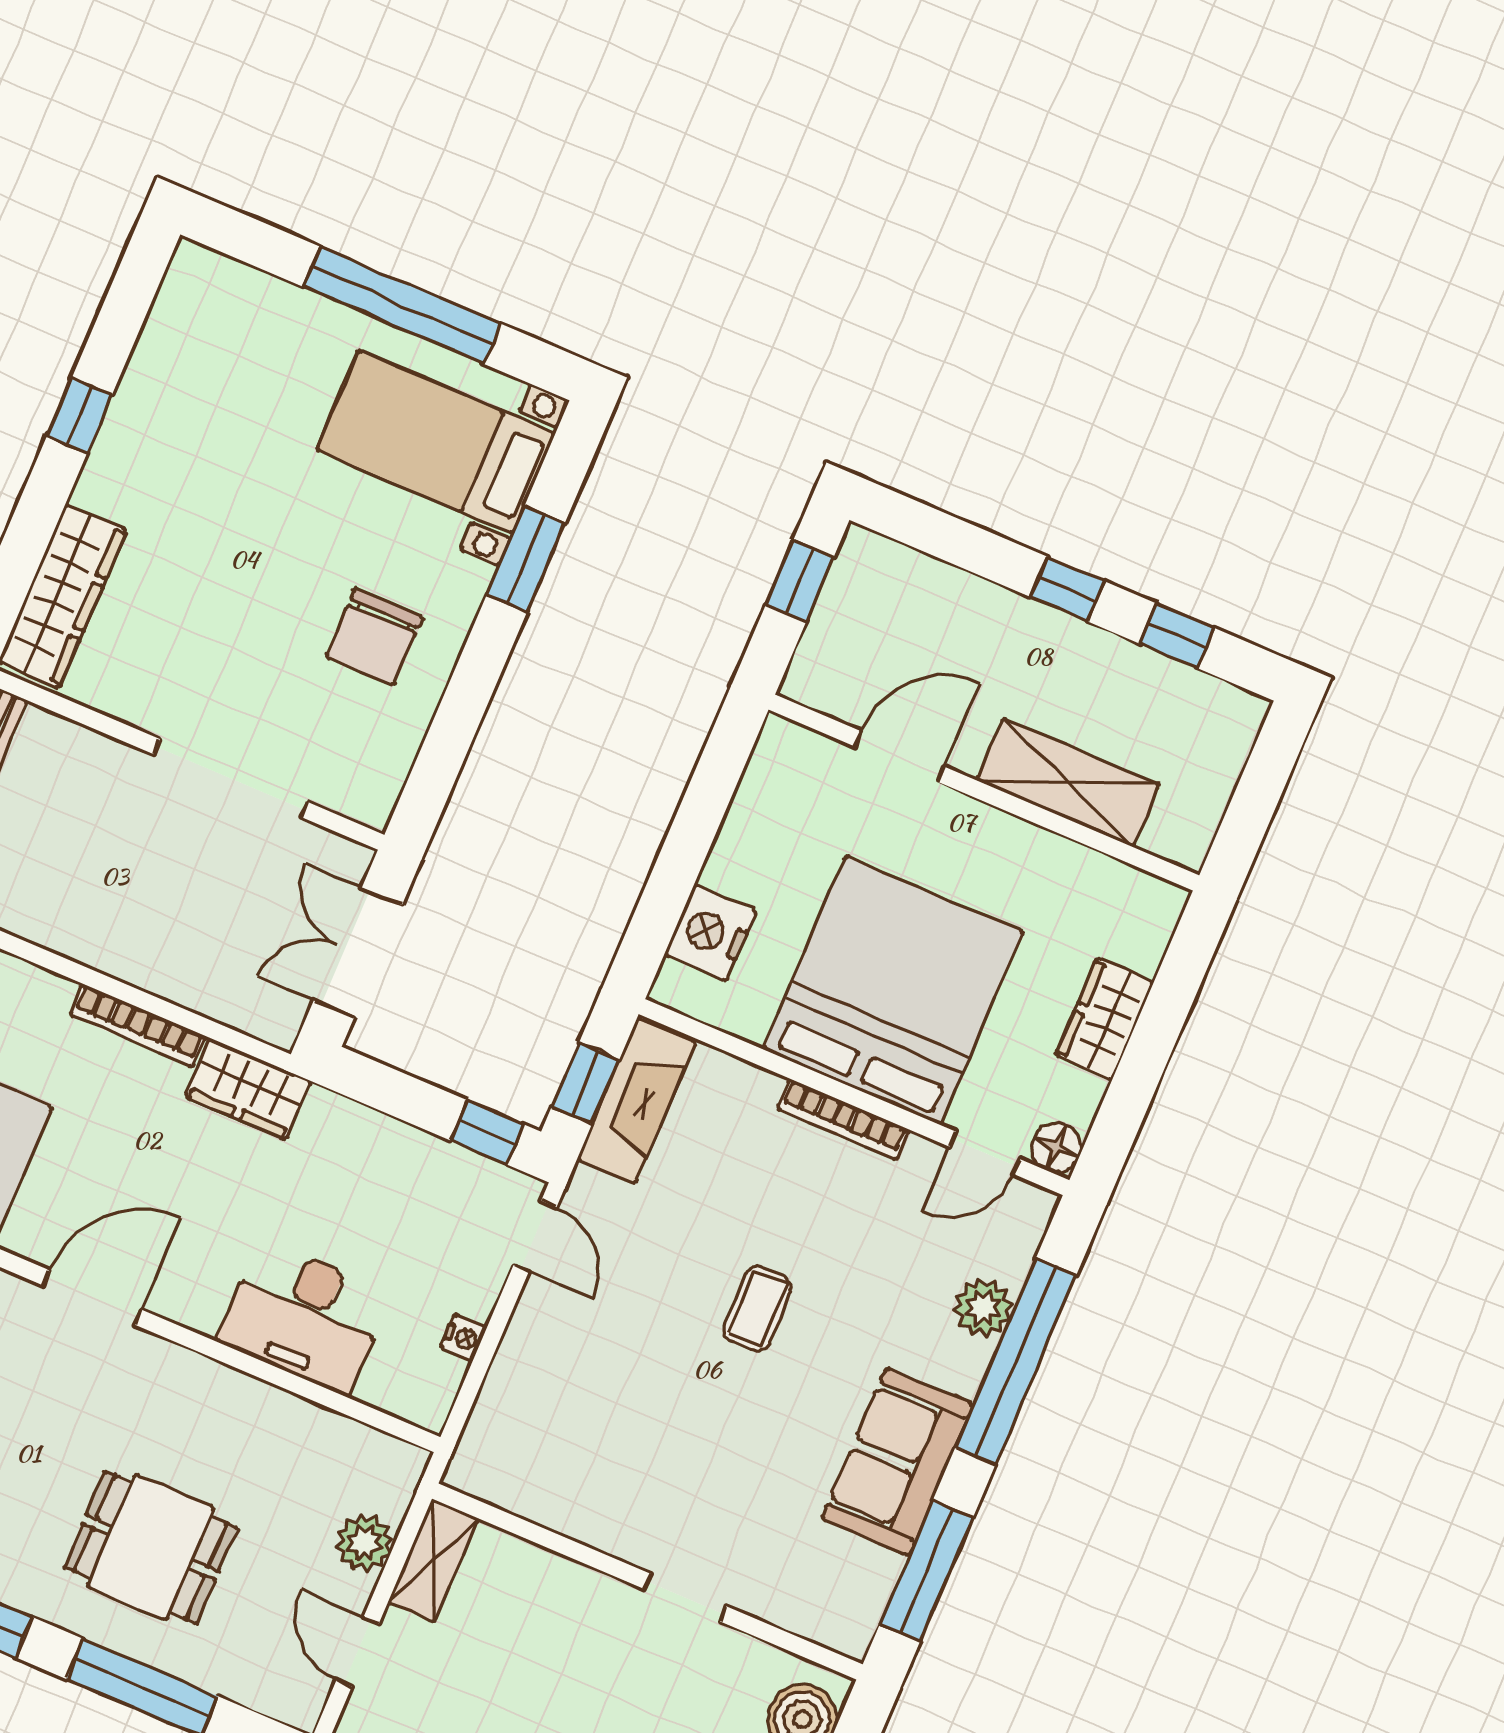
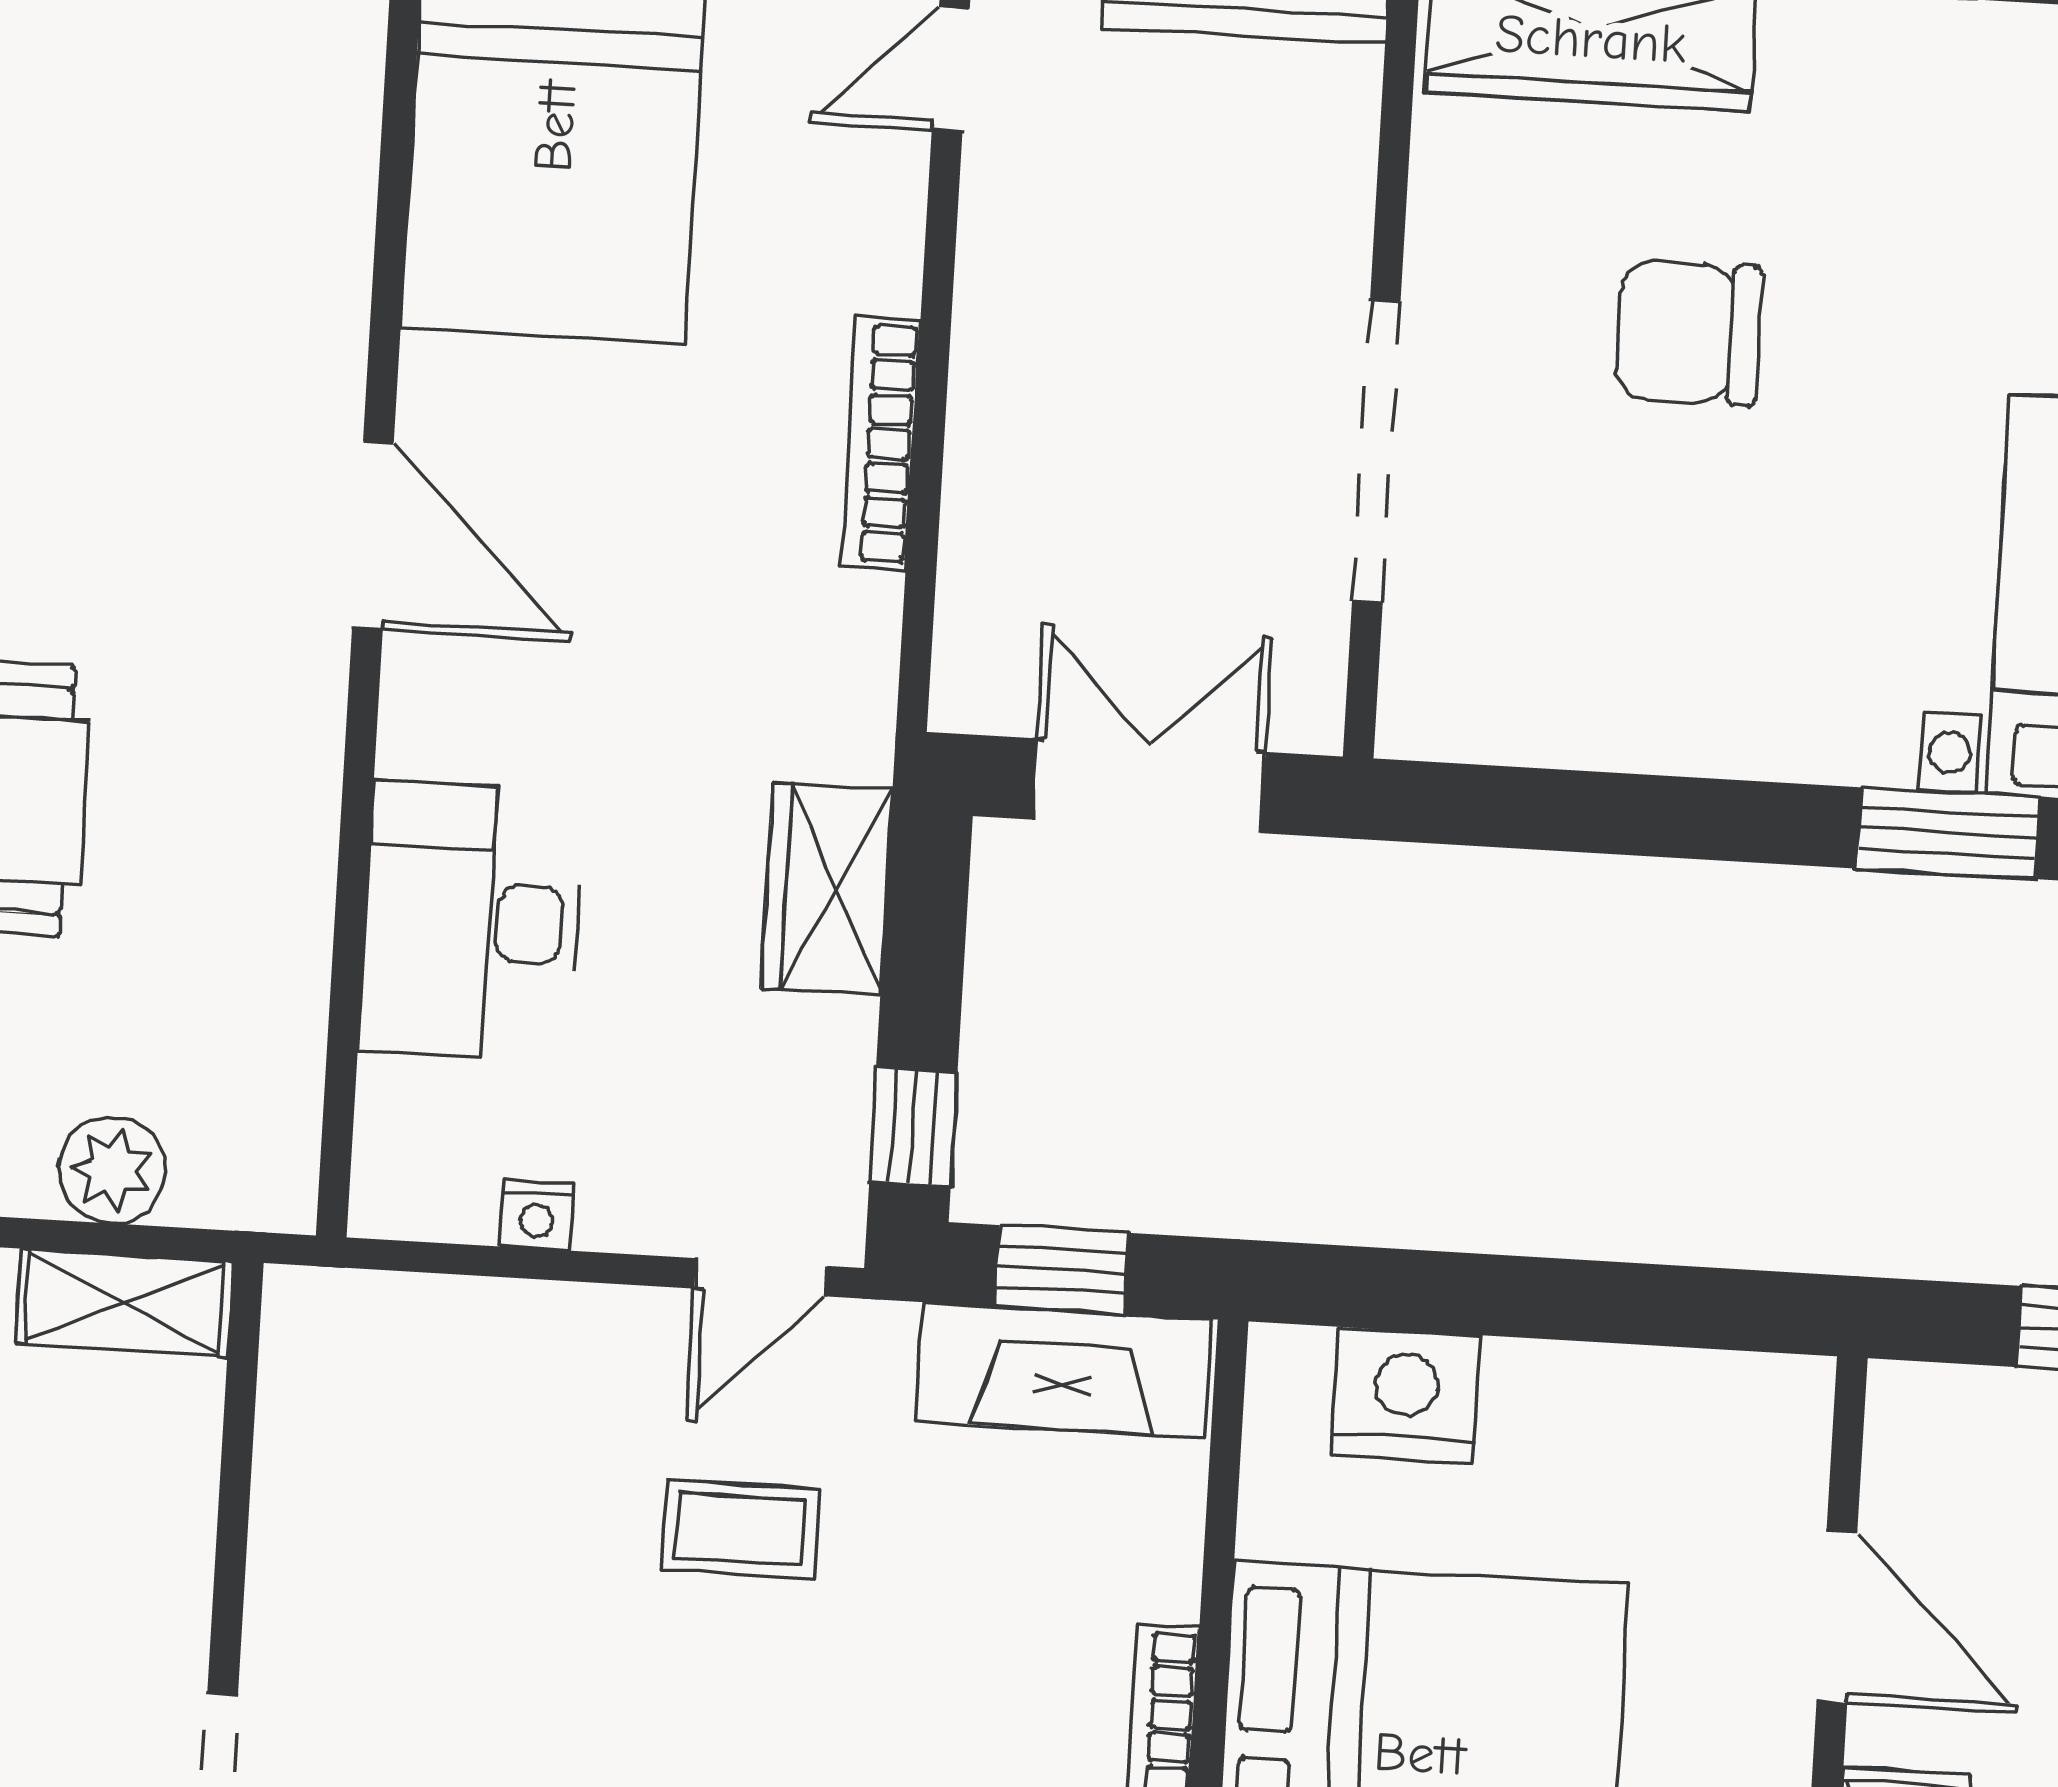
chair: (375, 637) -> (1689, 332), moved
wardrobe: (248, 1089) -> (827, 889), moved
coffee table: (757, 1308) -> (740, 1529), moved

